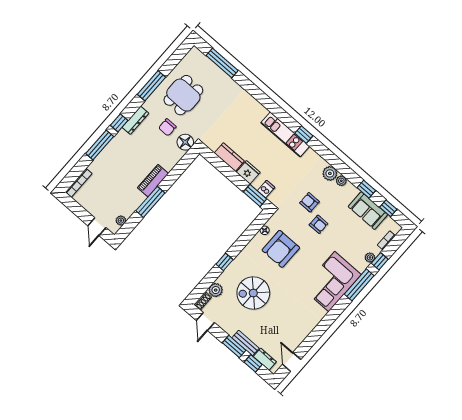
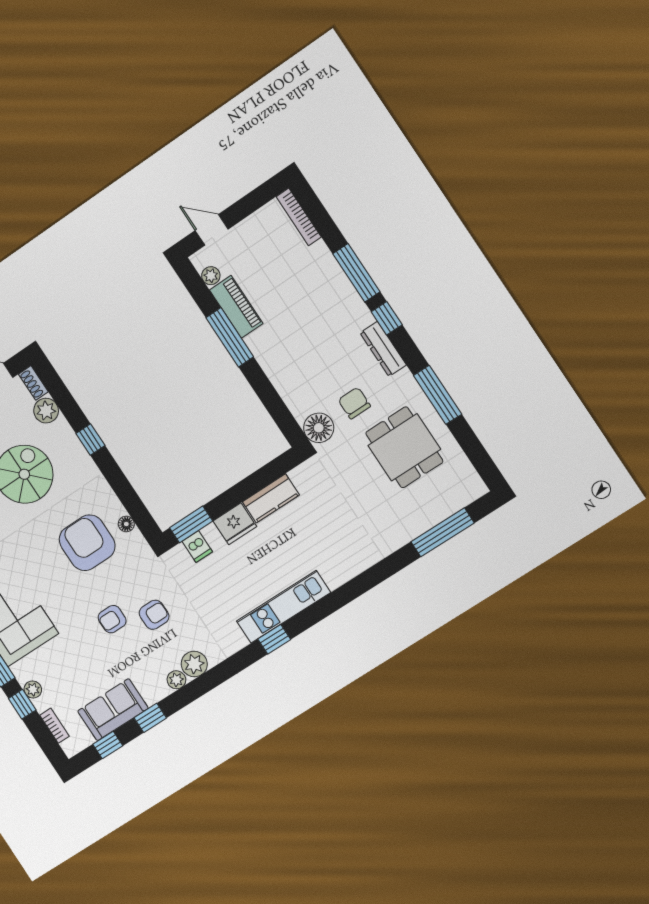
piano: (153, 181) -> (236, 307), moved

